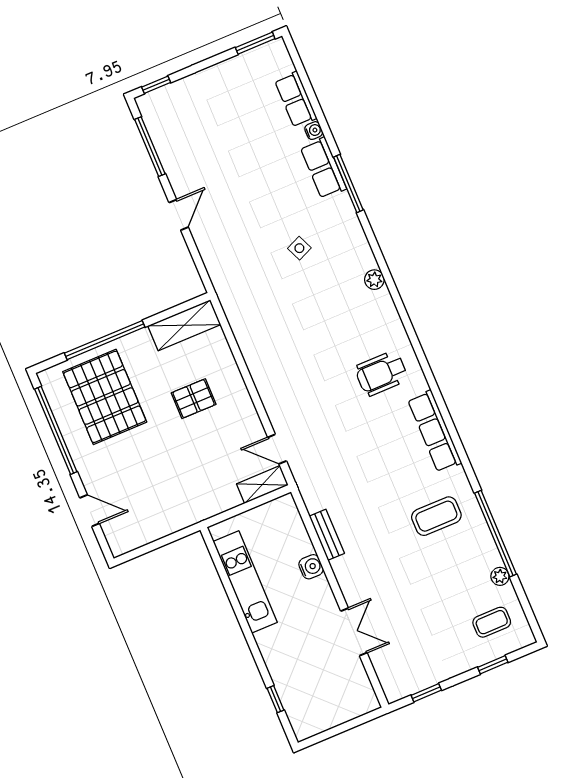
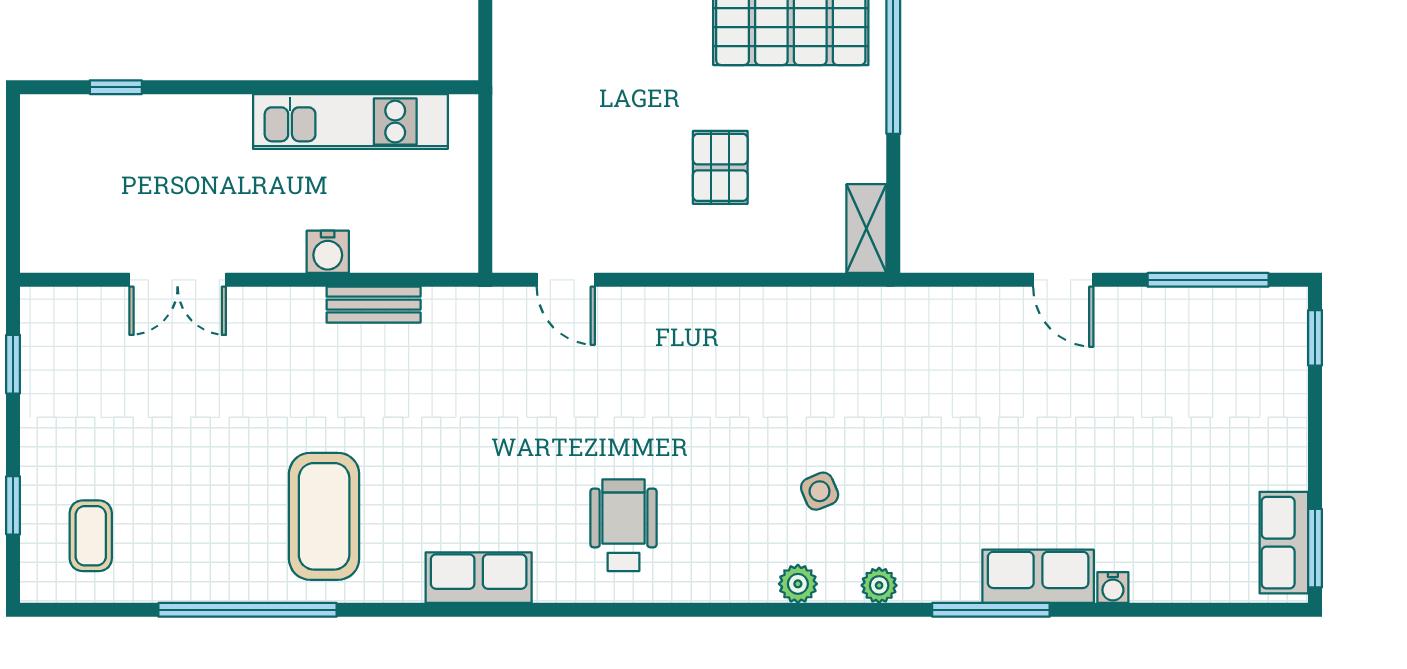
row of seats: (296, 99) -> (1284, 543), moved, turned -90
side table: (299, 248) -> (820, 491), moved
shelving: (184, 325) -> (866, 229), width x0.67, depth x0.75
row of seats: (435, 431) -> (479, 578), width x0.68
door: (277, 449) -> (566, 280), swing flipped
shelving: (262, 485) -> (513, 226), removed
coffee table: (436, 516) -> (324, 516), width x1.36, depth x1.32
plant: (500, 576) -> (879, 585), moved

